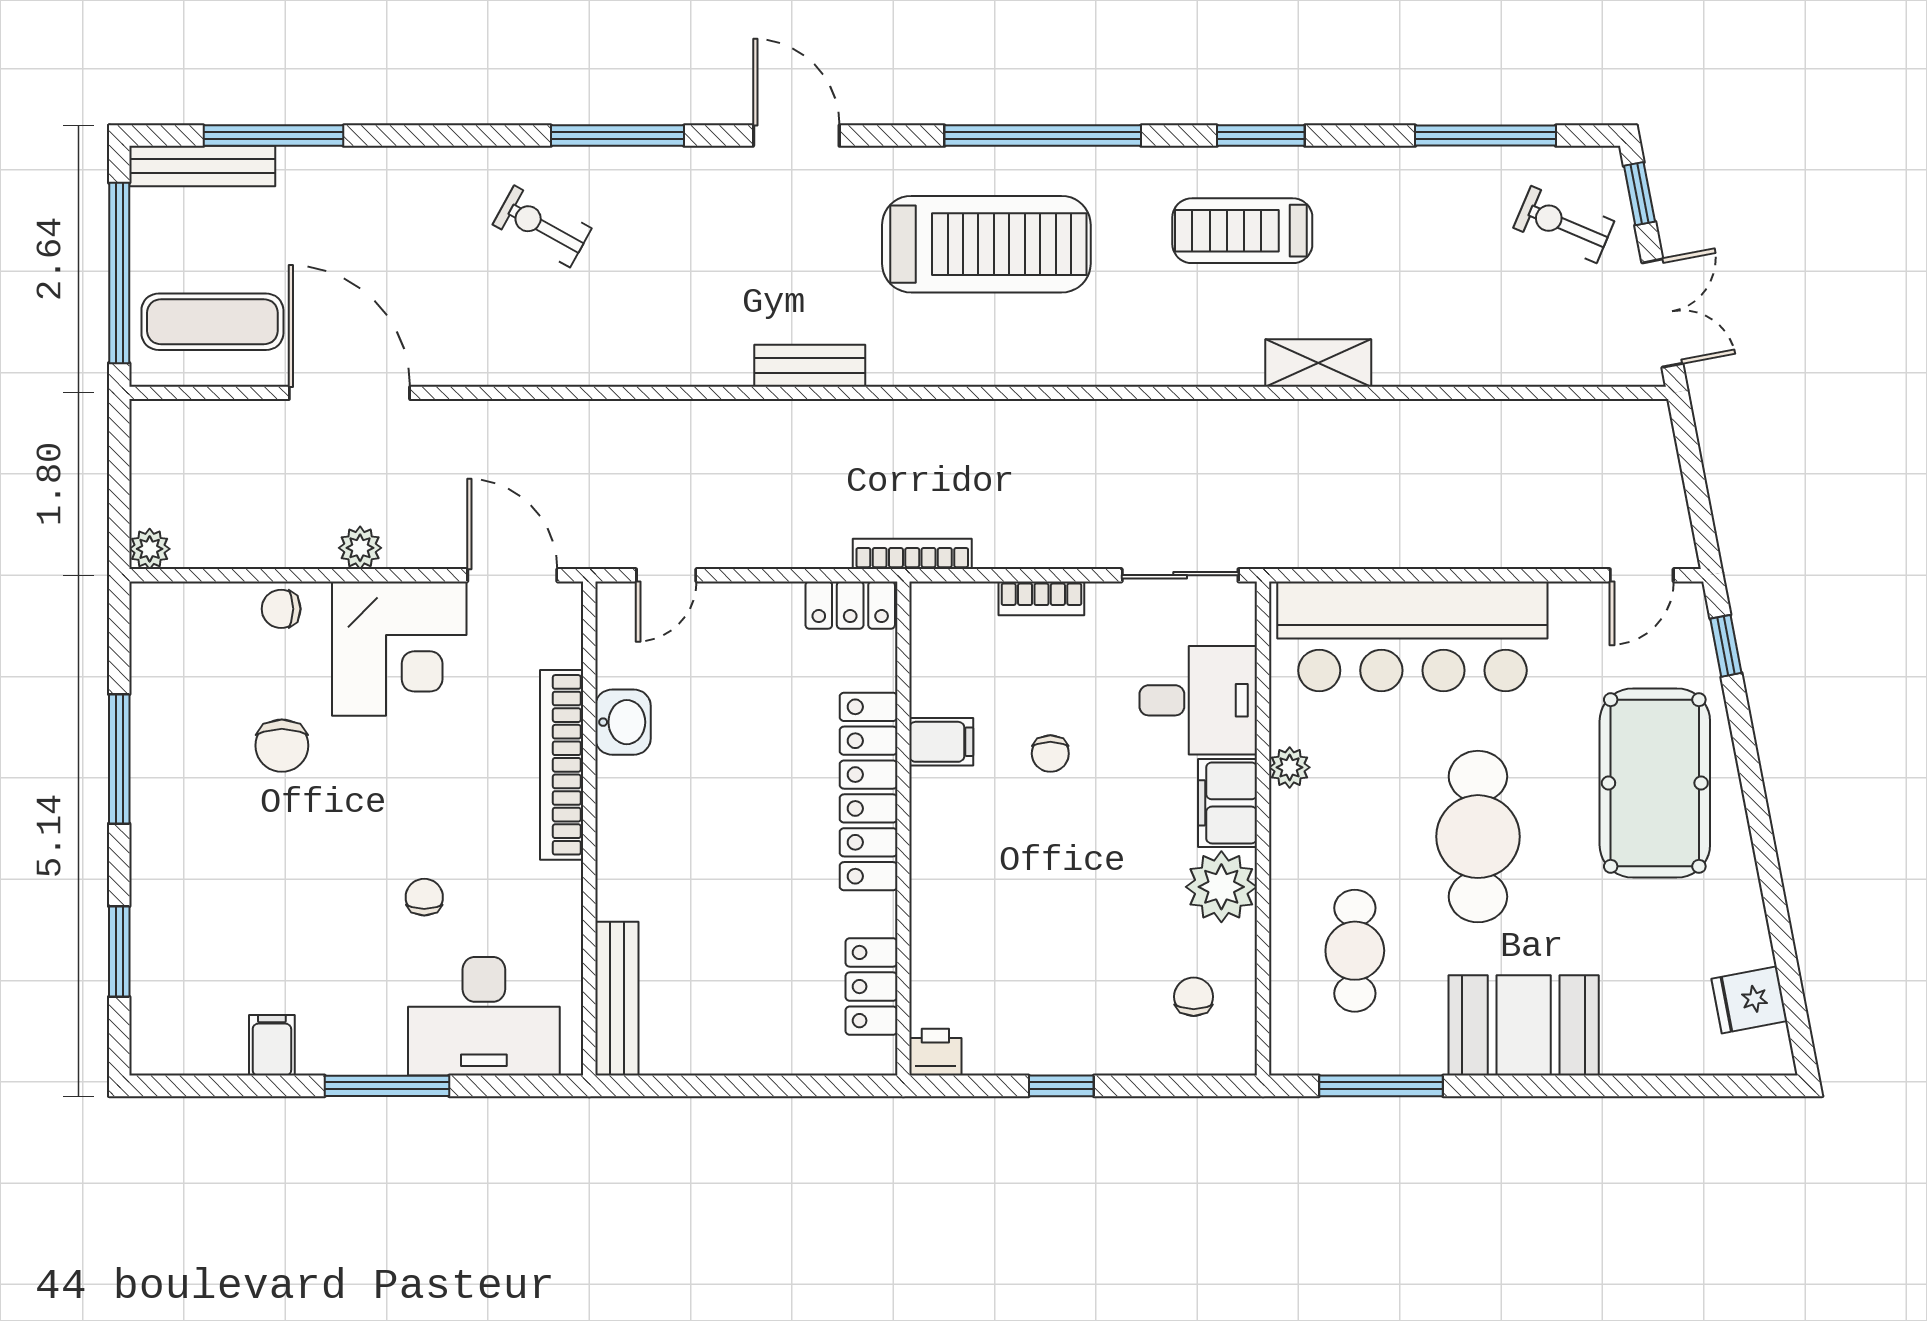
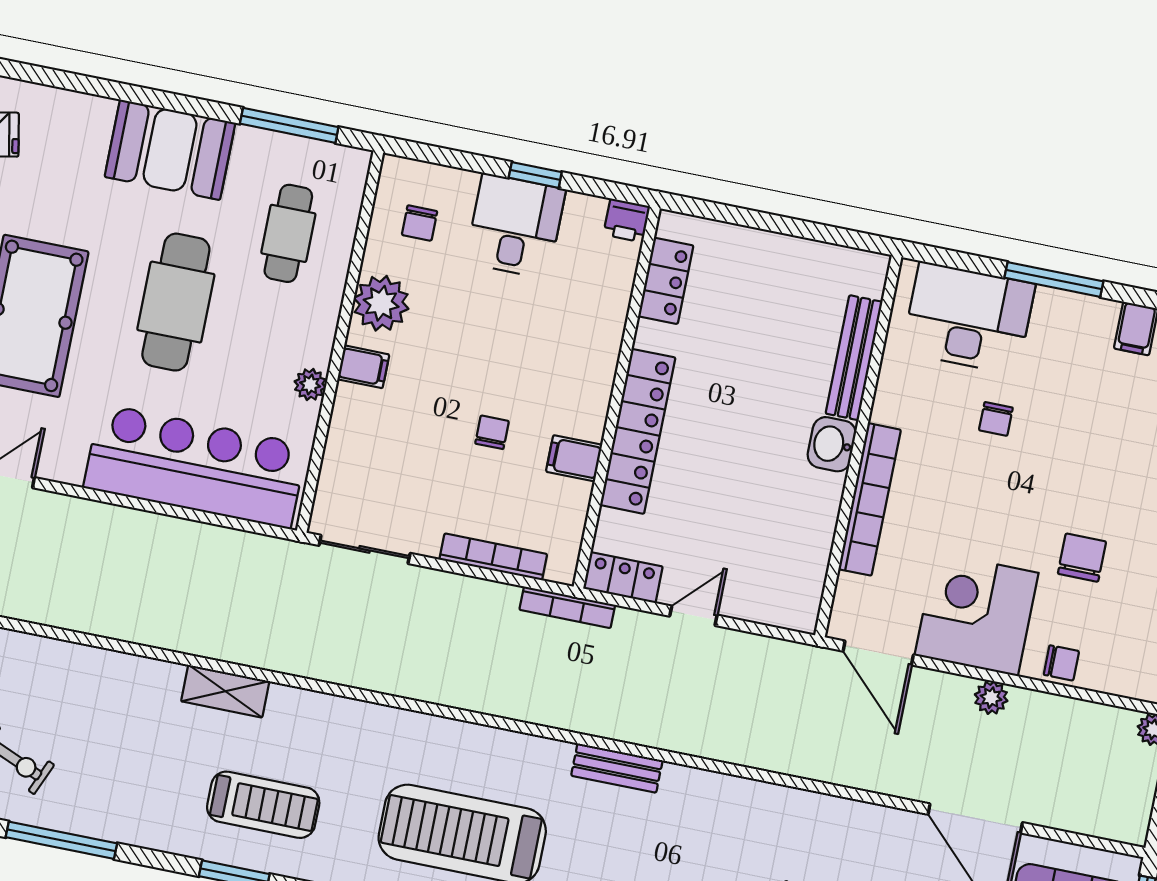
door: (666, 575) -> (693, 616), moved
bookcase: (1041, 598) -> (493, 557), width x1.56
desk: (1198, 700) -> (515, 226), moved, turned 90
washbasin: (623, 722) -> (832, 444), moved
filing cabinet: (1228, 803) -> (363, 367), width x0.50
bench: (617, 999) -> (854, 358), moved

